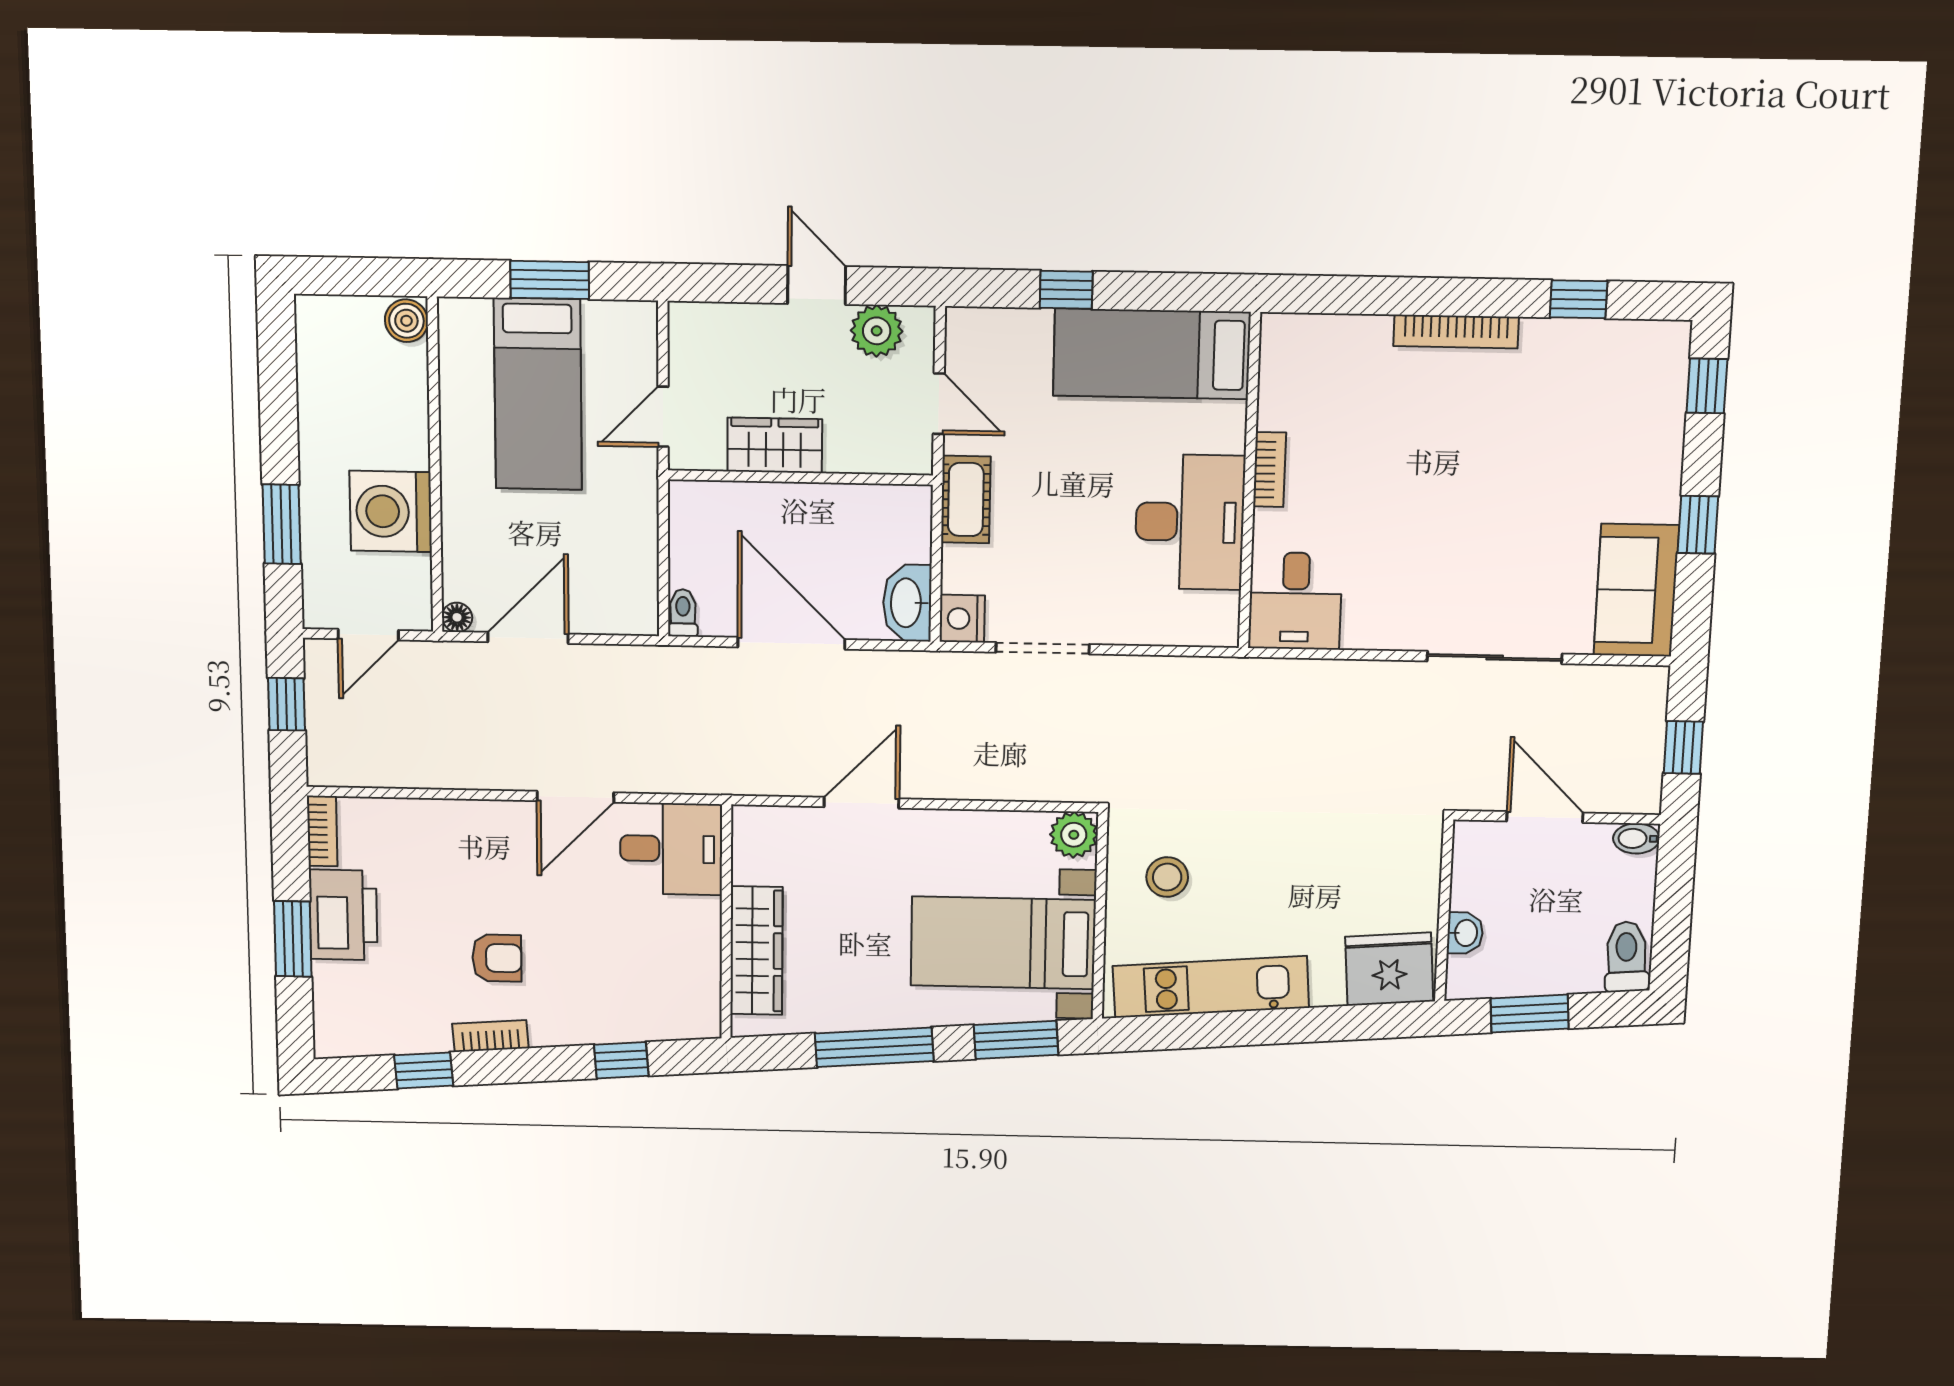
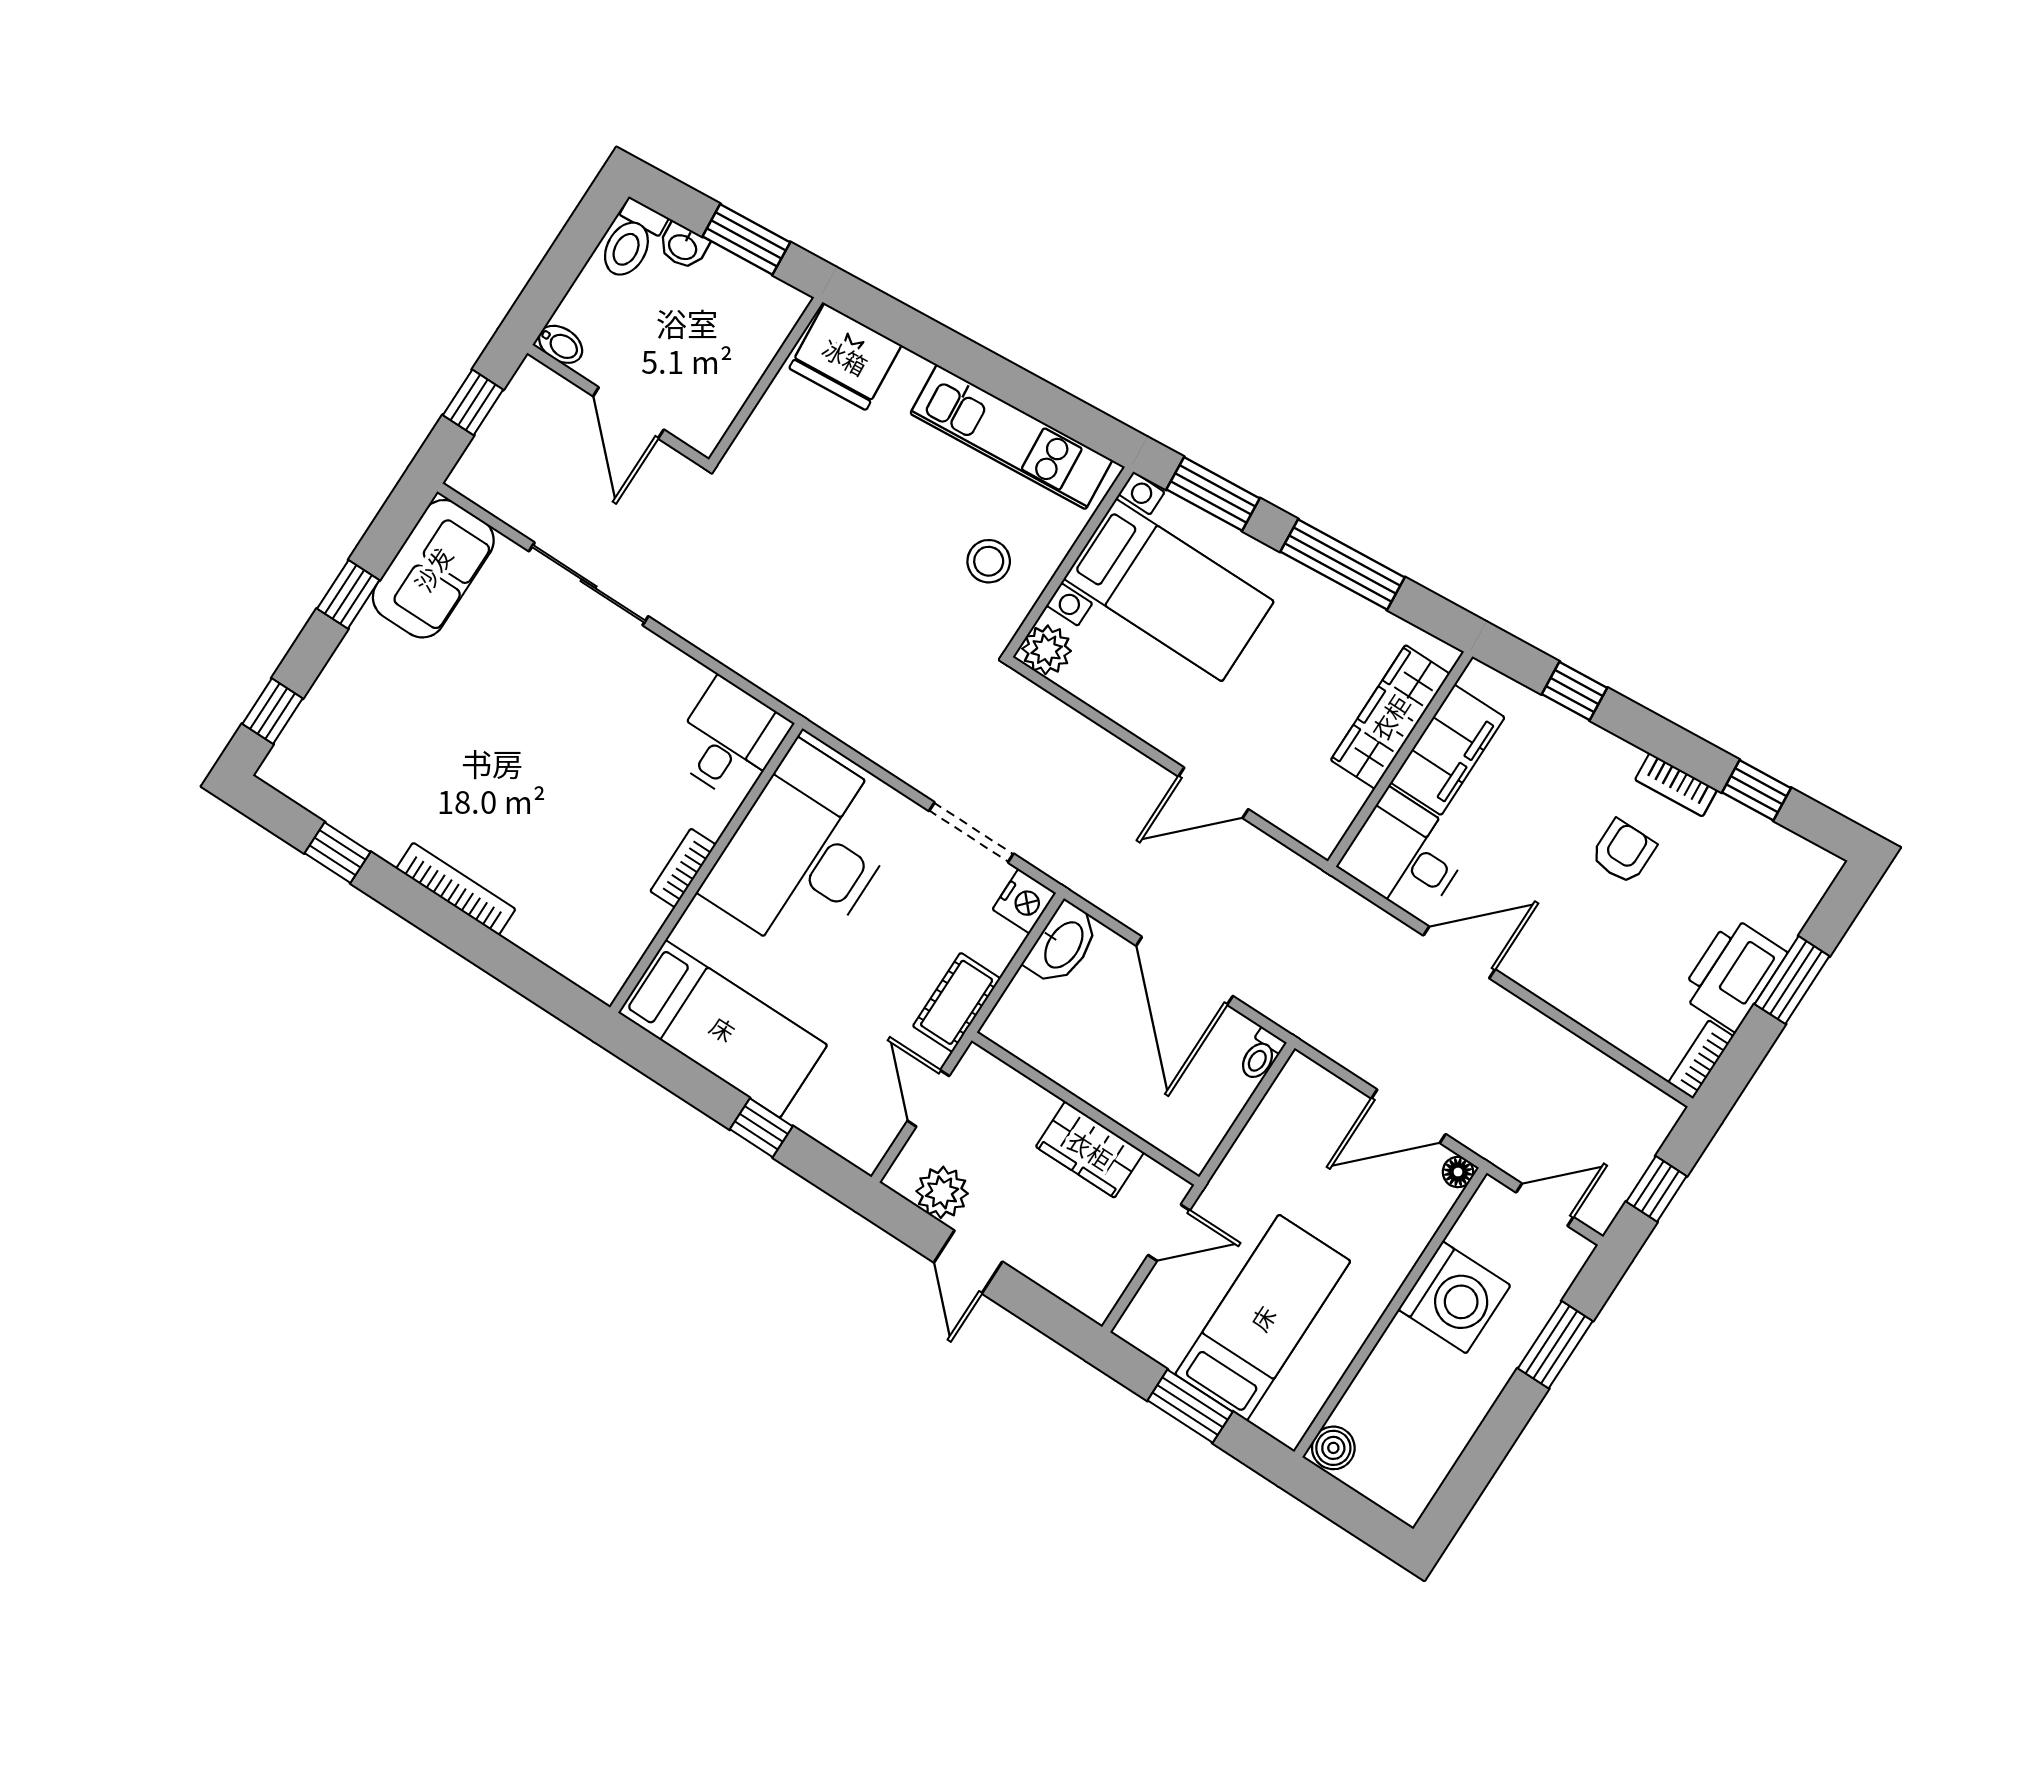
desk: (1190, 522) -> (805, 852), width x1.36, depth x1.30
washbasin: (1465, 933) -> (683, 246), moved, turned -94
filing cabinet: (692, 953) -> (1448, 750), added
armchair: (497, 958) -> (1623, 852), turned 90

